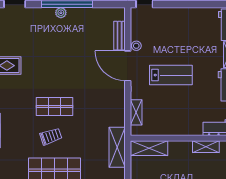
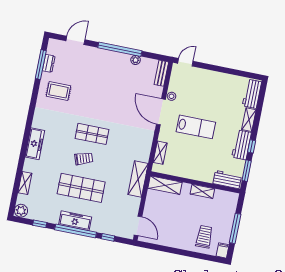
plant: (61, 13) -> (136, 60), moved
bench: (120, 36) -> (161, 73), moved
shelving: (206, 147) -> (202, 191), moved

